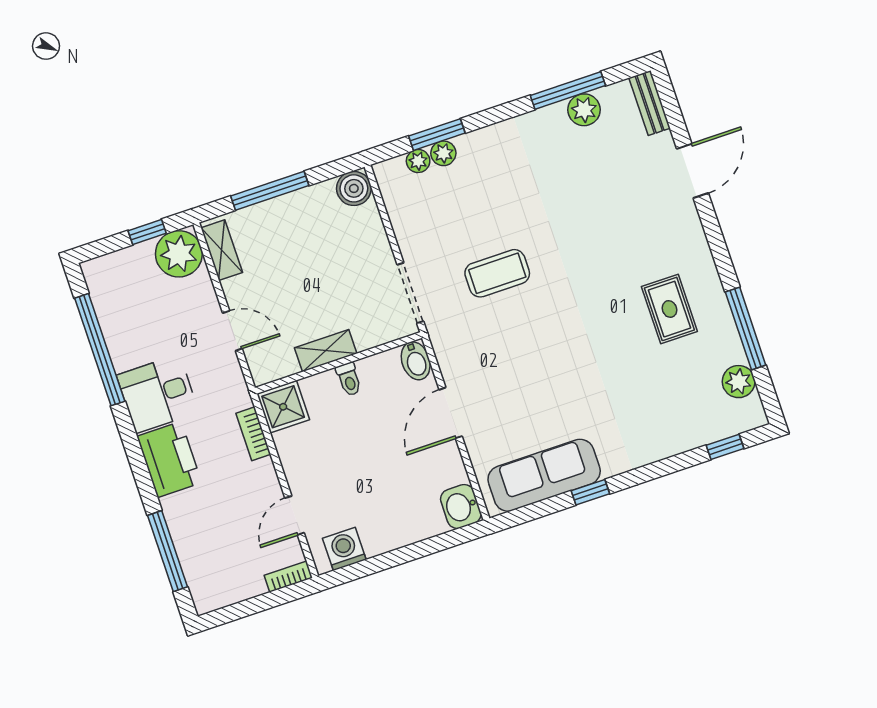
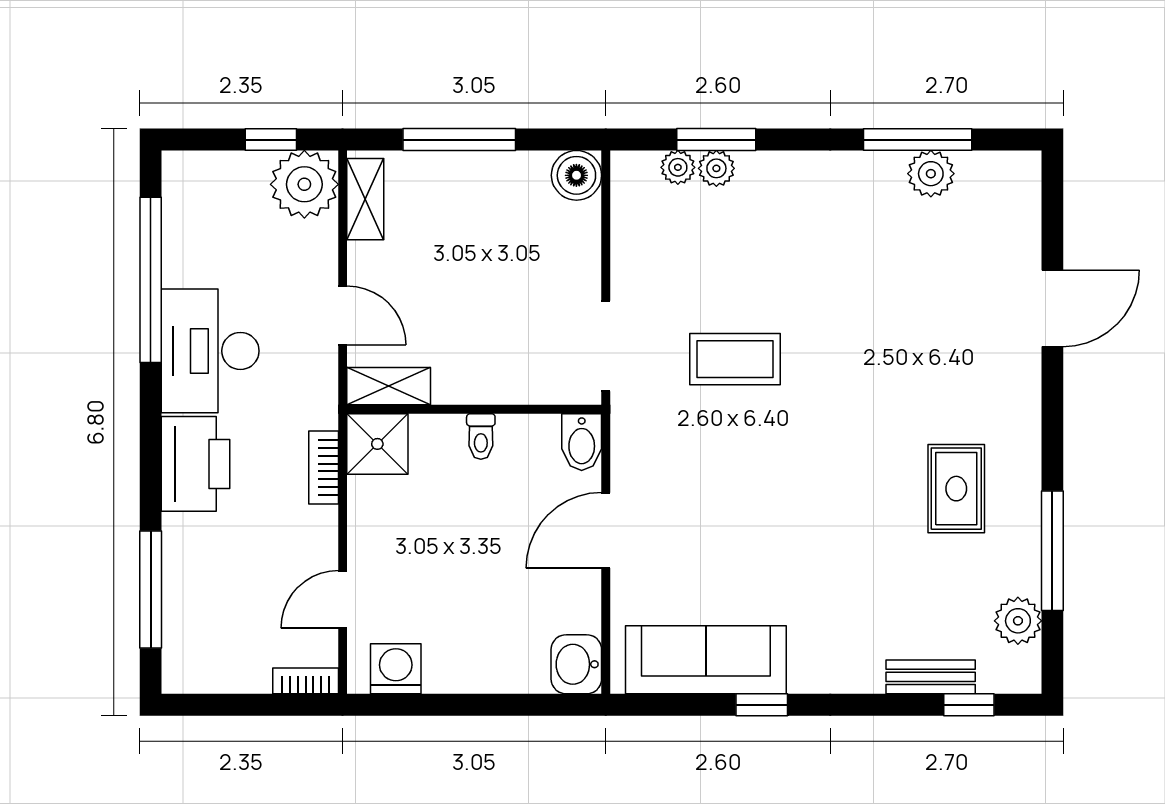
bench: (650, 103) -> (931, 677), moved, turned 90
shelving: (326, 351) -> (389, 386), moved
desk: (158, 394) -> (210, 351), width x1.37

